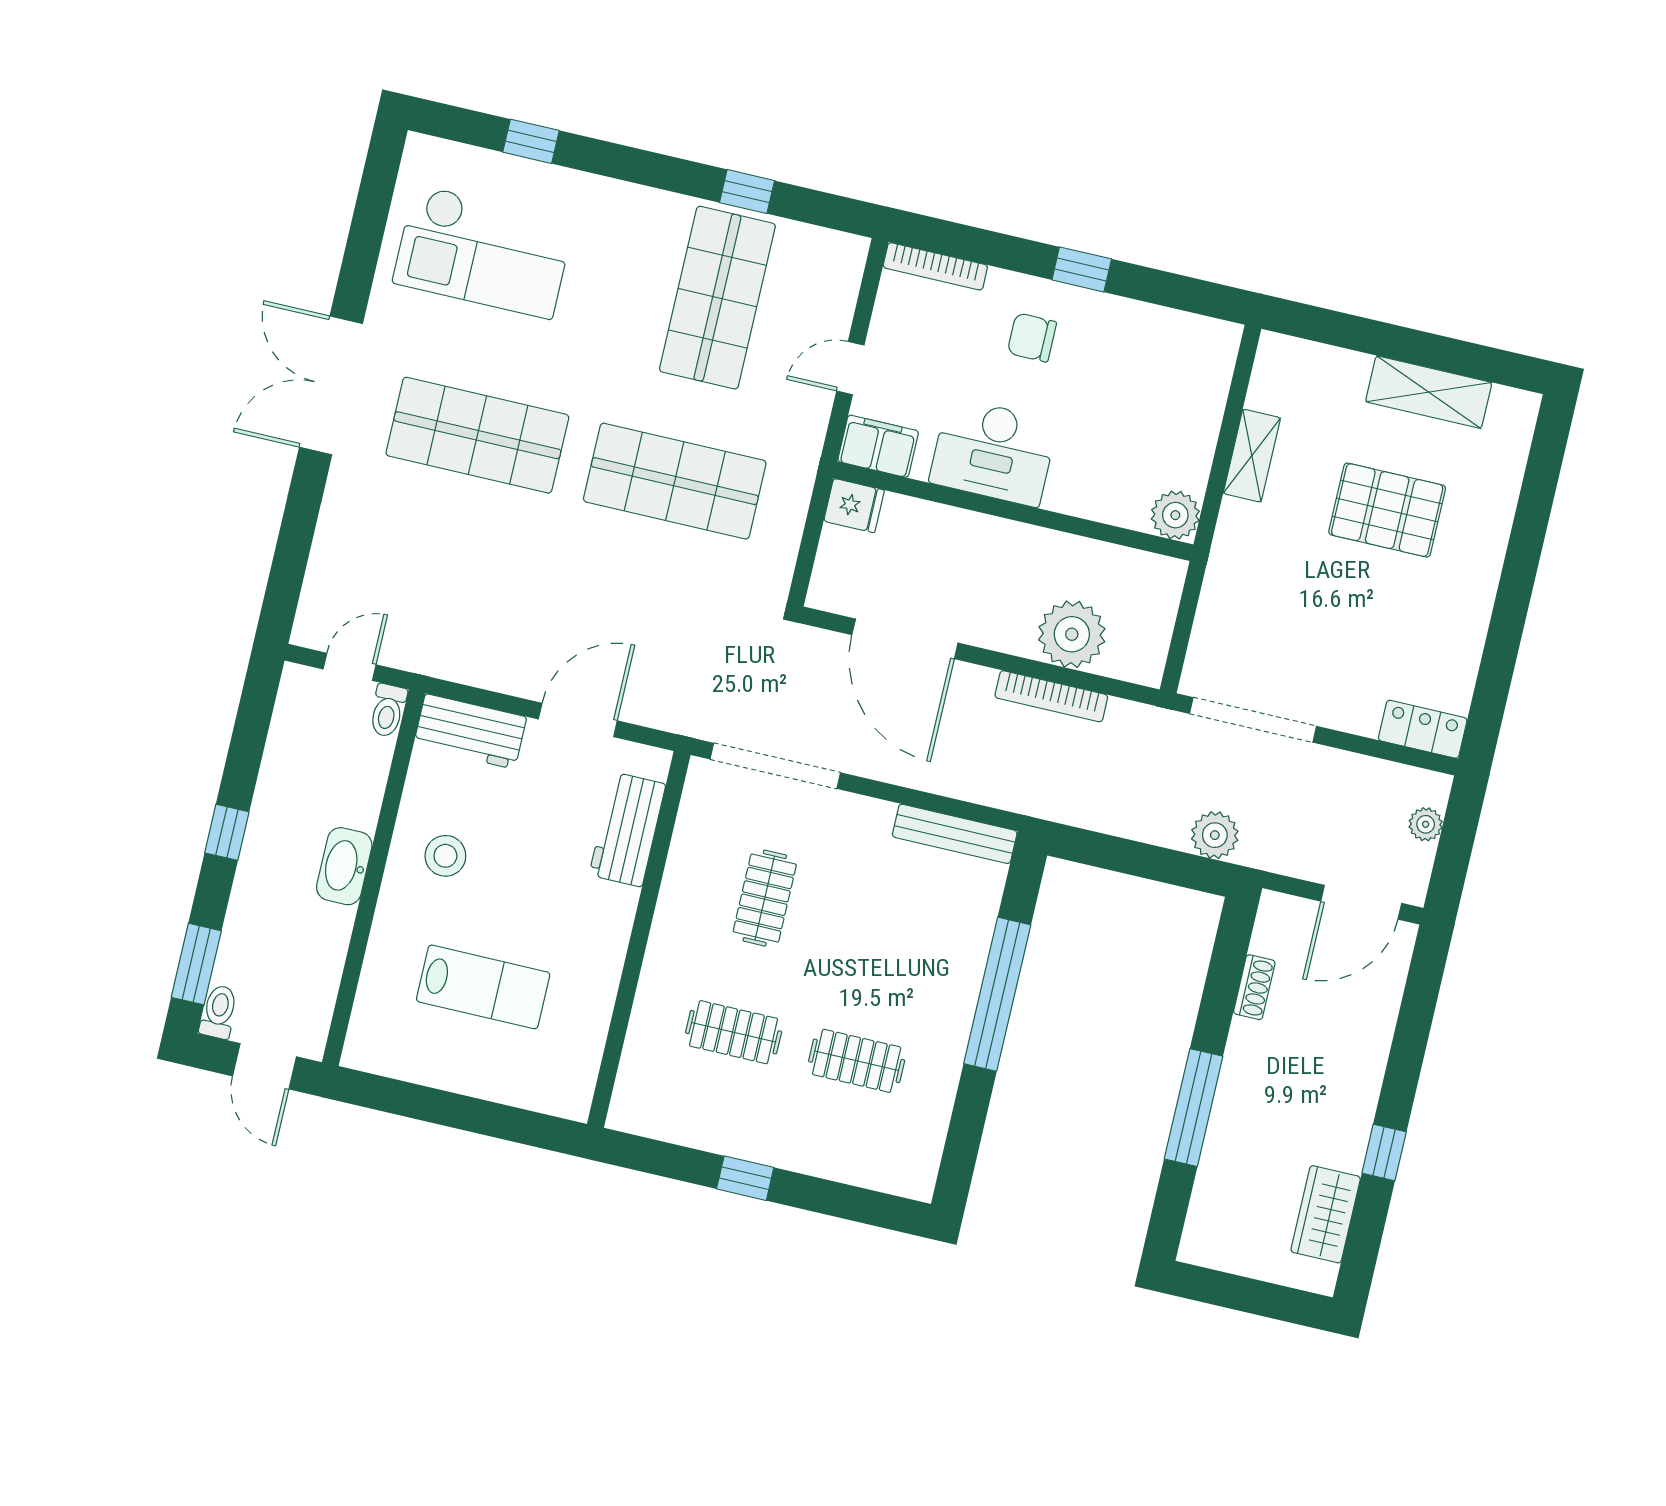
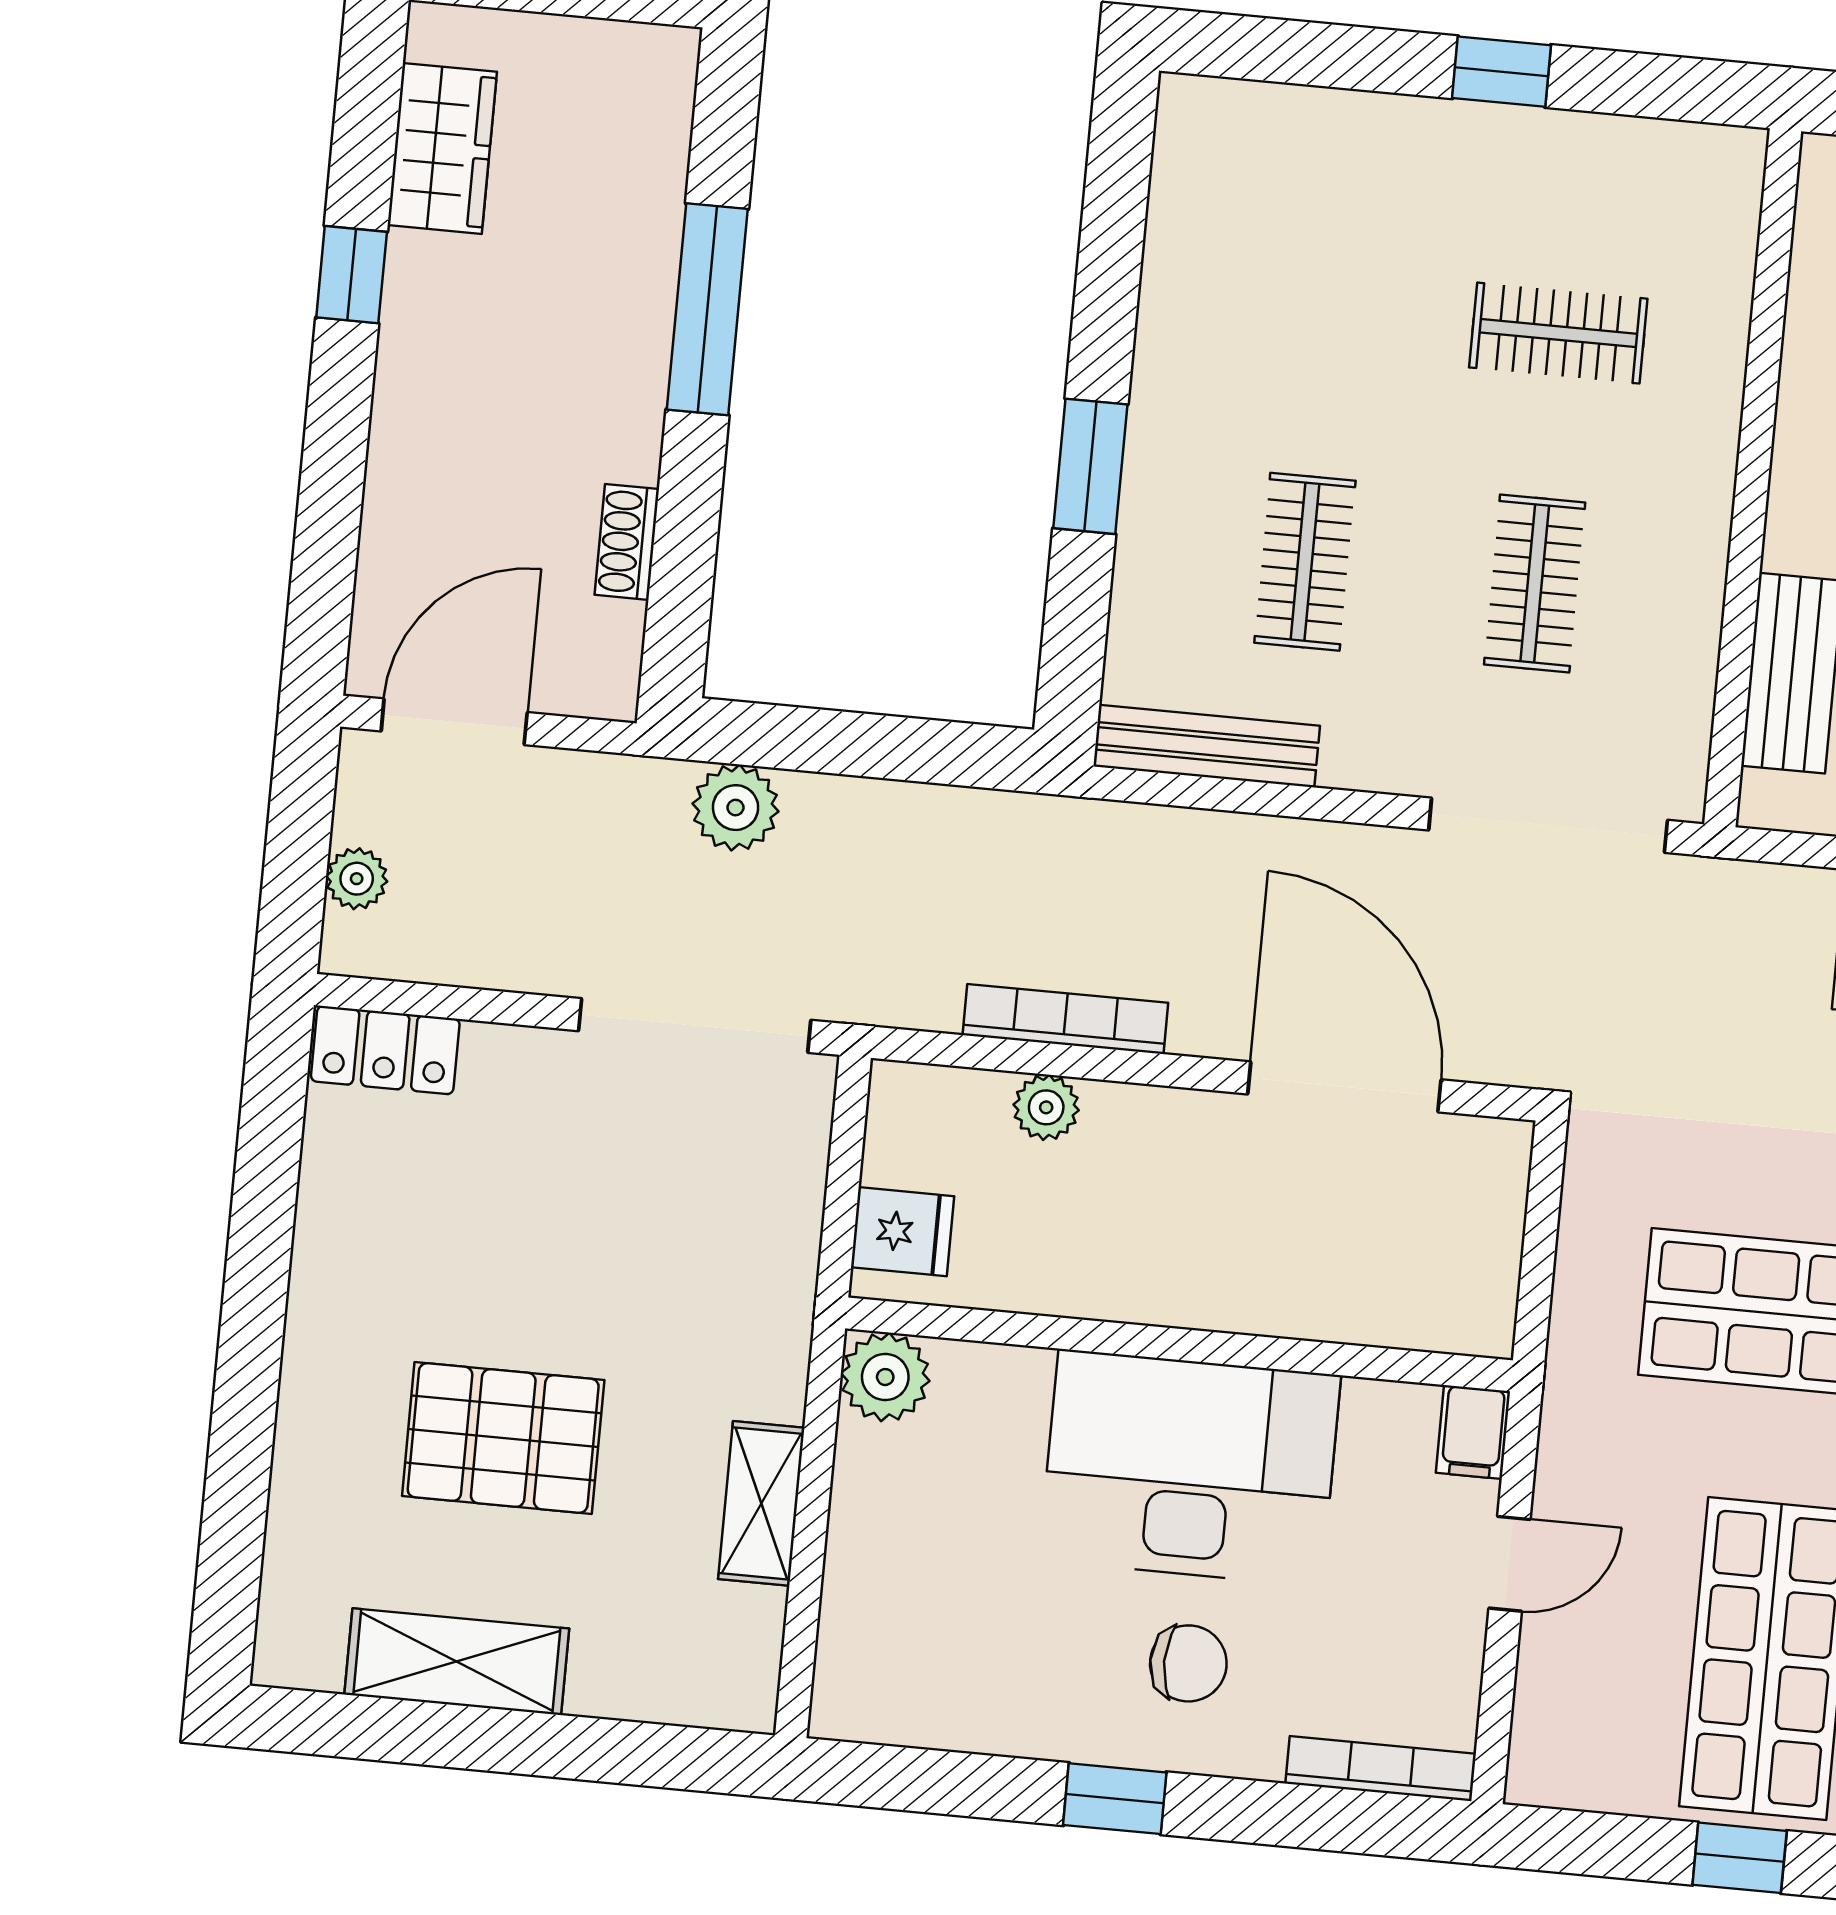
filing cabinet: (878, 446) -> (1473, 1432), width x0.50
desk: (993, 452) -> (1190, 1468), width x1.36, depth x1.30
fridge: (854, 506) -> (902, 1232), moved, turned 180
plant: (1072, 634) -> (1046, 1107), width x0.53, depth x0.53
window: (997, 994) -> (1090, 466), width x0.47
clothes rail: (857, 1061) -> (1305, 562), moved, turned 90

